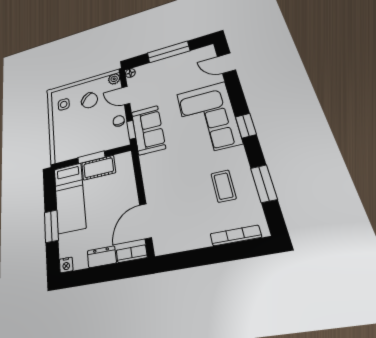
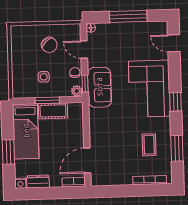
plant: (114, 79) -> (77, 91), moved
side table: (64, 104) -> (44, 77), moved
dresser: (102, 257) -> (38, 182), moved

